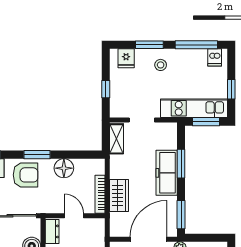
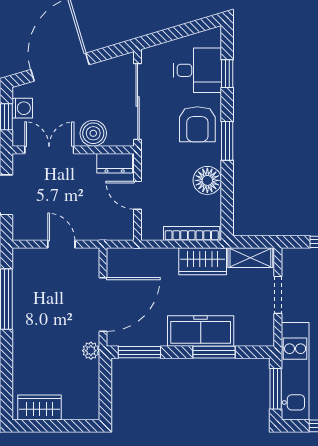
bookcase: (100, 194) -> (192, 233), moved
wardrobe: (119, 195) -> (203, 261), moved
door: (74, 216) -> (138, 195), swing flipped
door: (149, 239) -> (103, 304), hinge flipped

